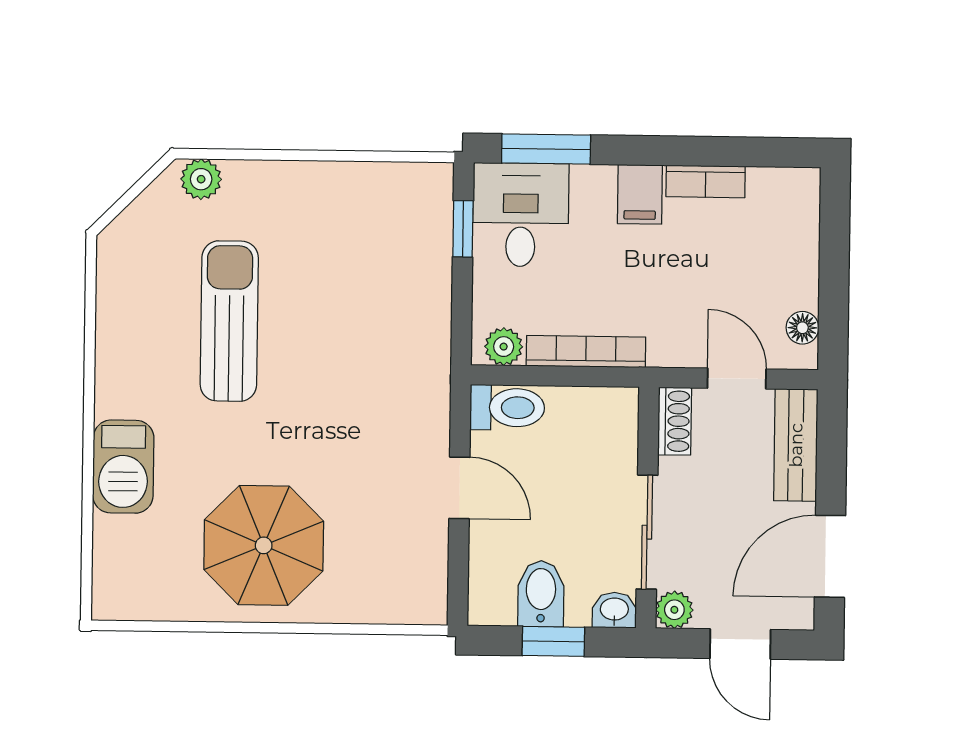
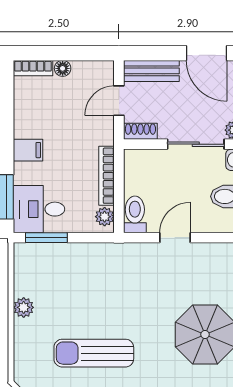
plant: (201, 179) -> (24, 307), moved
bookcase: (706, 182) -> (33, 68), moved, turned 90
window: (463, 229) -> (46, 238), width x1.50
floor lamp: (802, 328) -> (63, 68), moved

